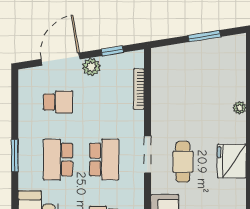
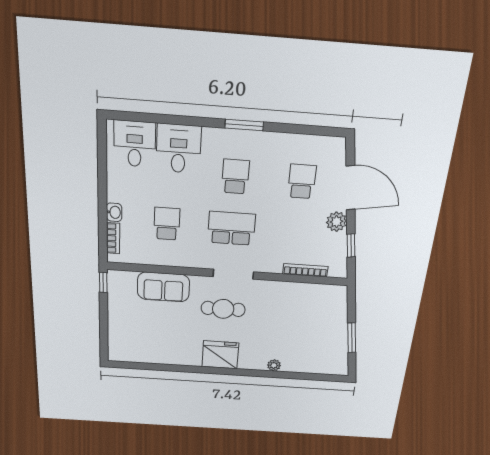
school desk: (58, 102) -> (302, 181), turned 180
school desk: (58, 160) -> (235, 177), width x0.54
school desk: (104, 160) -> (231, 228), turned 180

